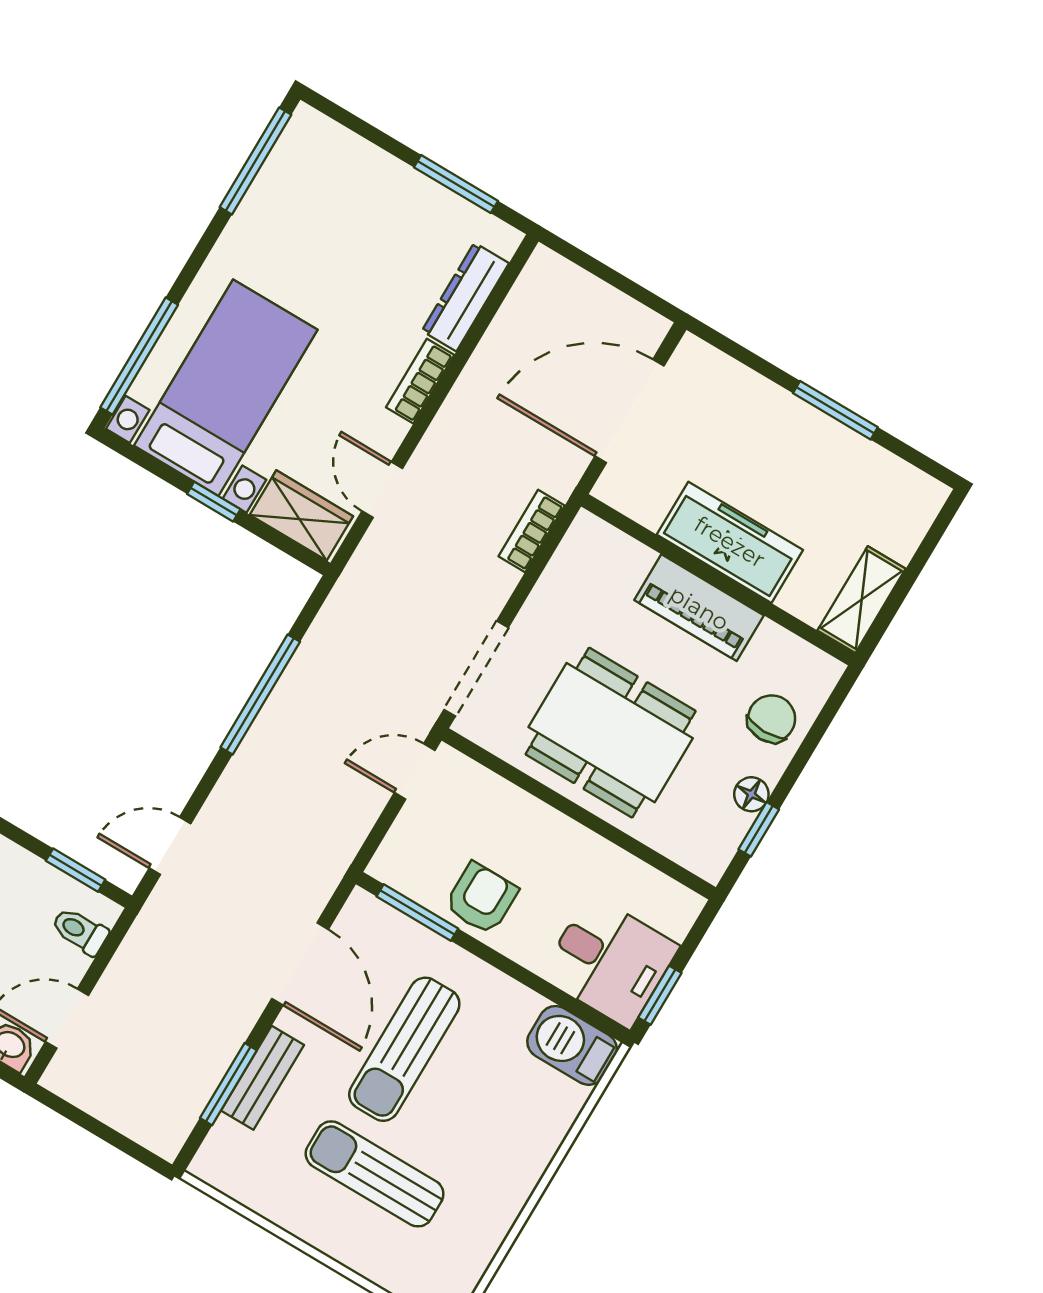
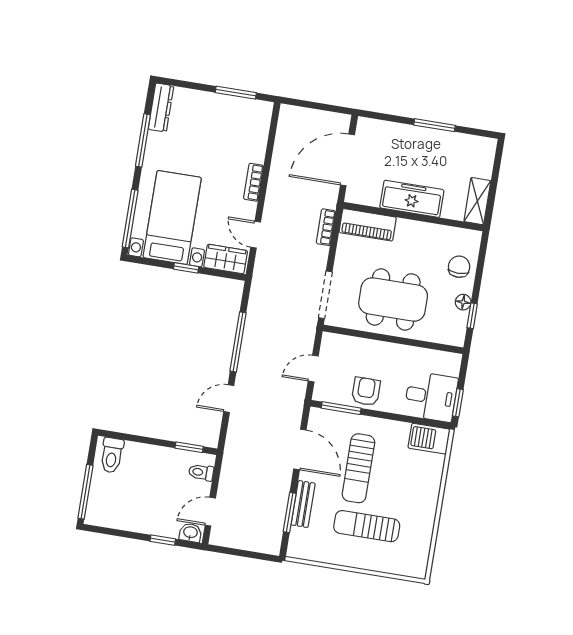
window: (255, 161) -> (143, 140), moved
dresser: (465, 297) -> (161, 107), moved, turned 180
piano: (699, 608) -> (368, 225), moved
door: (415, 771) -> (313, 369), moved
door: (170, 846) -> (229, 399), moved

